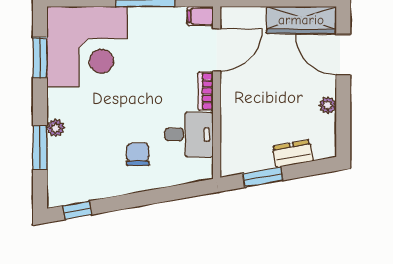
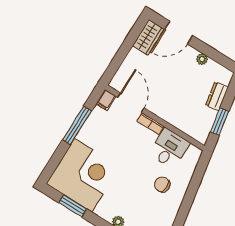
wardrobe: (301, 20) -> (148, 37), width x0.67

